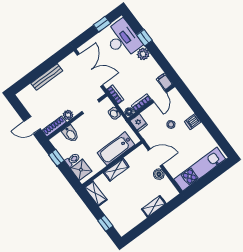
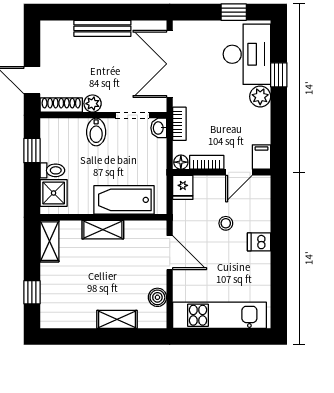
double door: (90, 70) -> (170, 64), swing flipped
washbasin: (114, 113) -> (159, 128), moved
bidet: (70, 134) -> (96, 132), moved
boiler: (159, 174) -> (157, 297), moved

